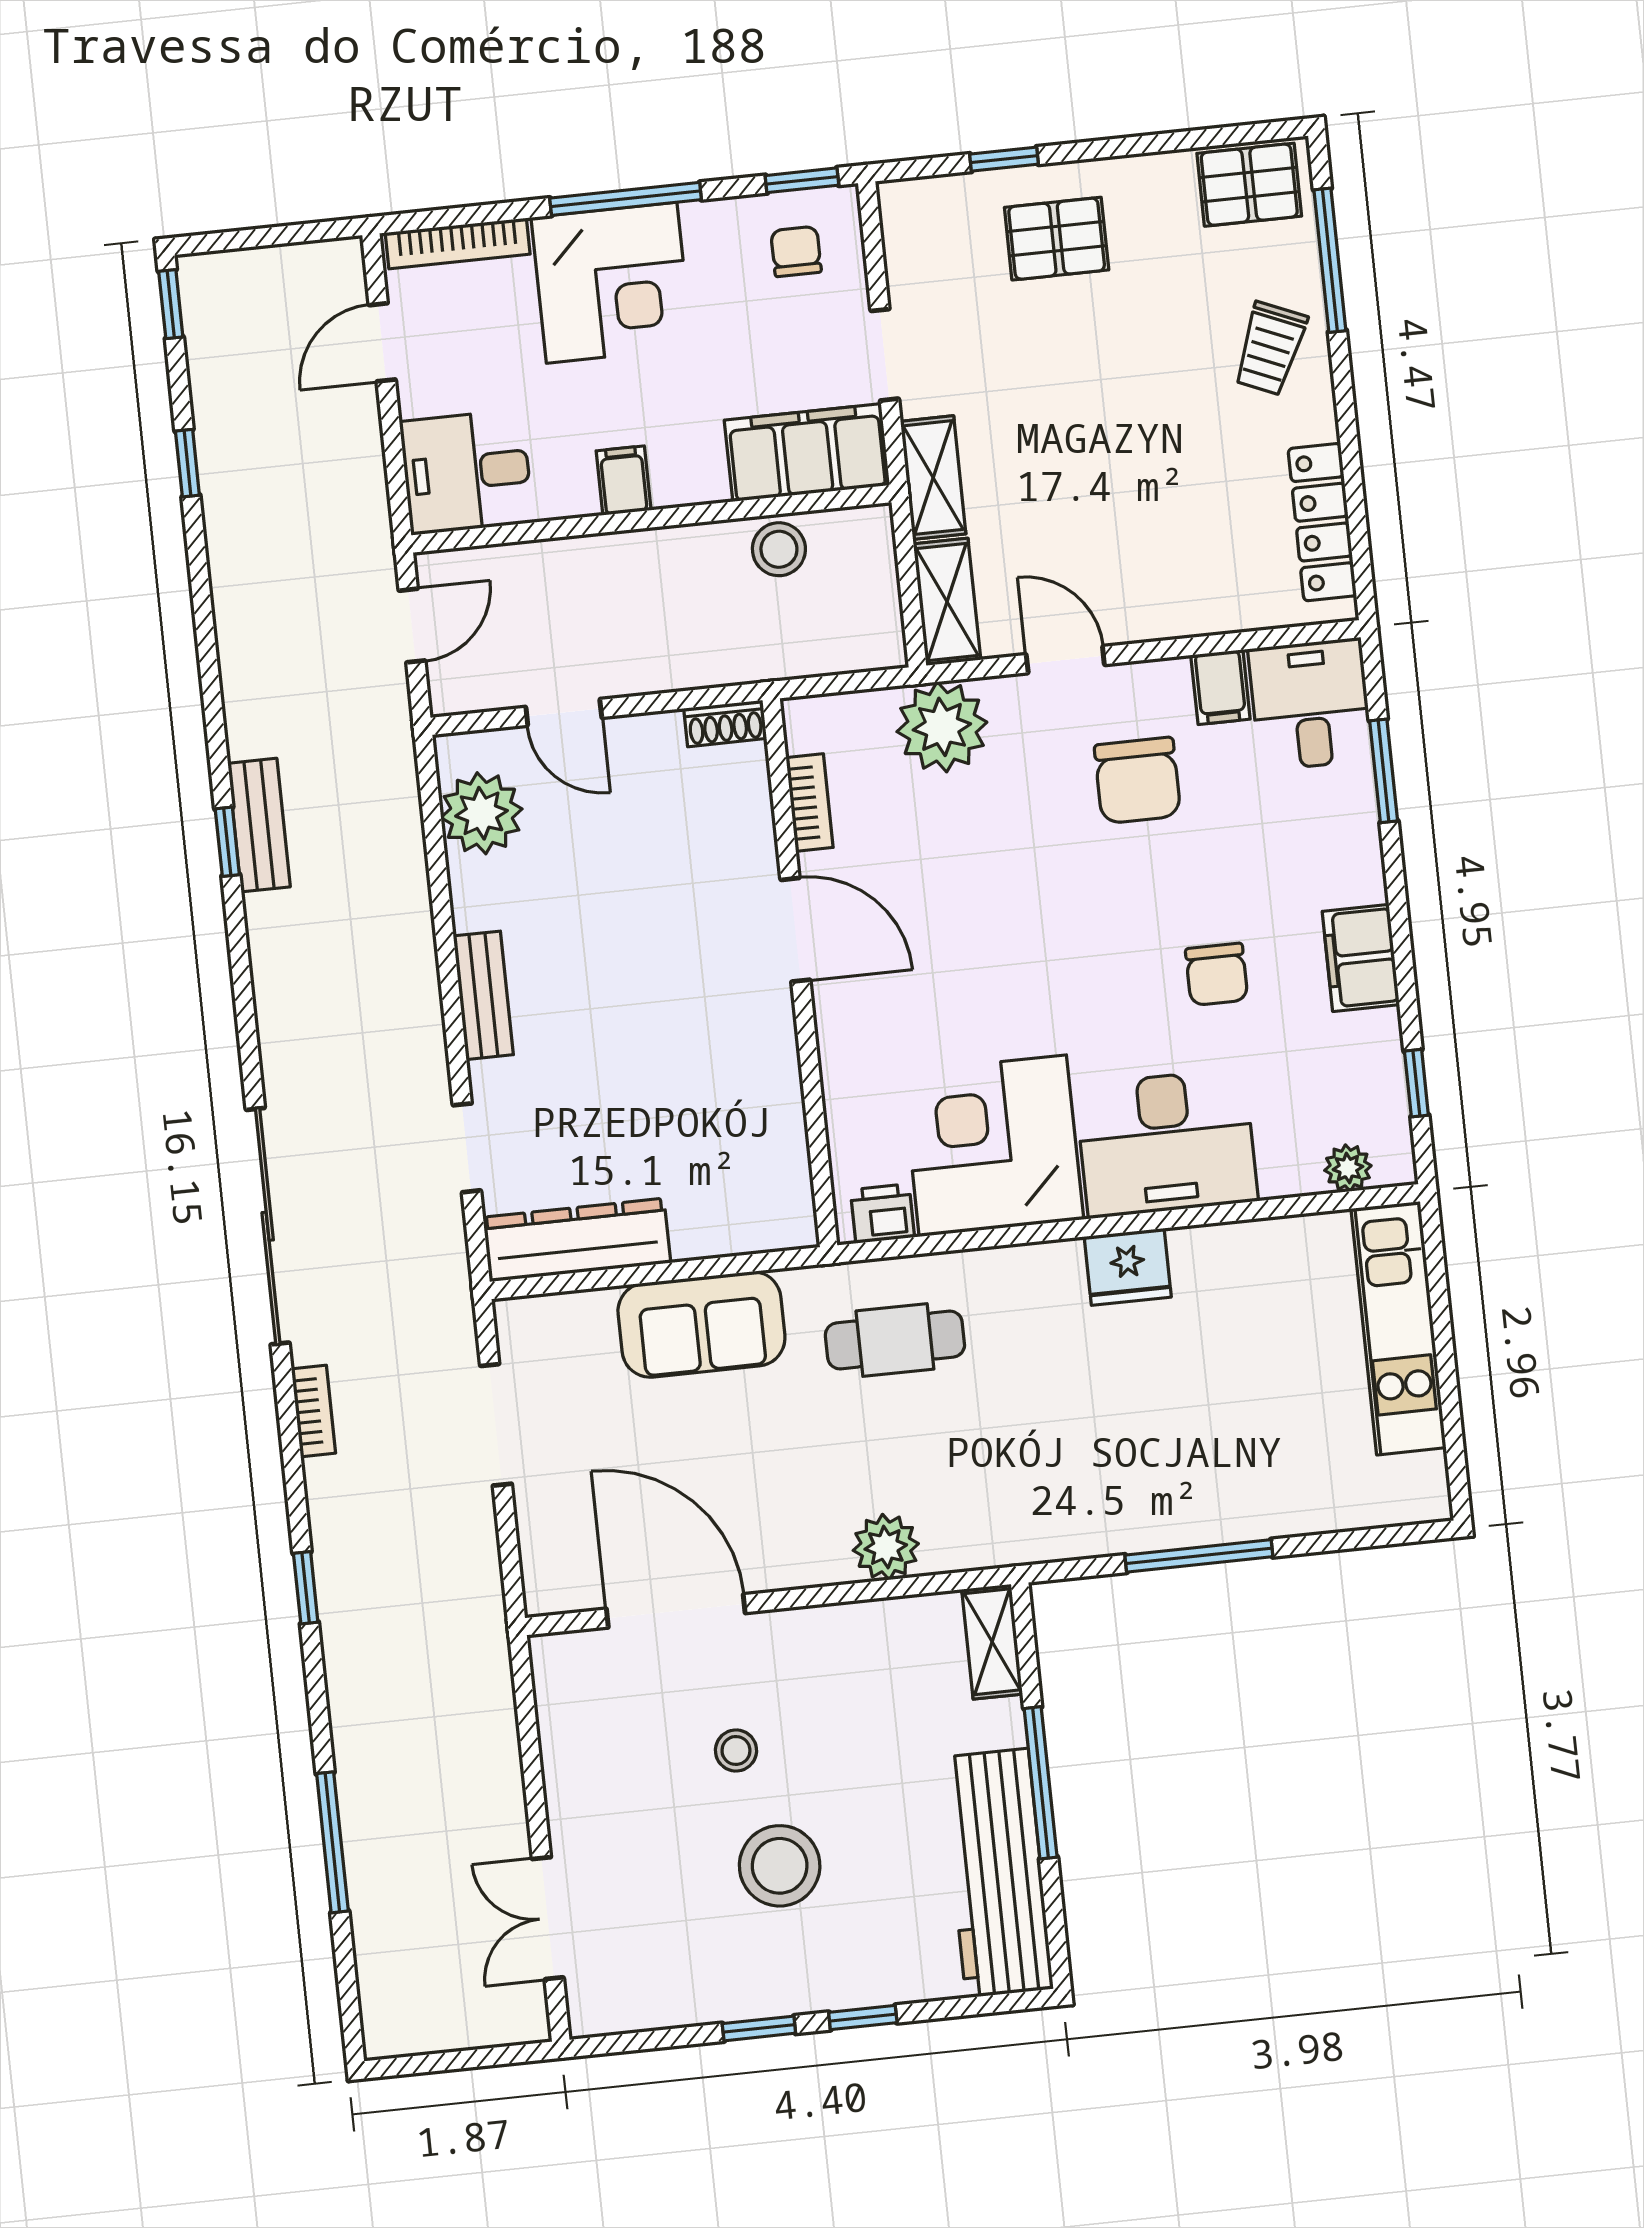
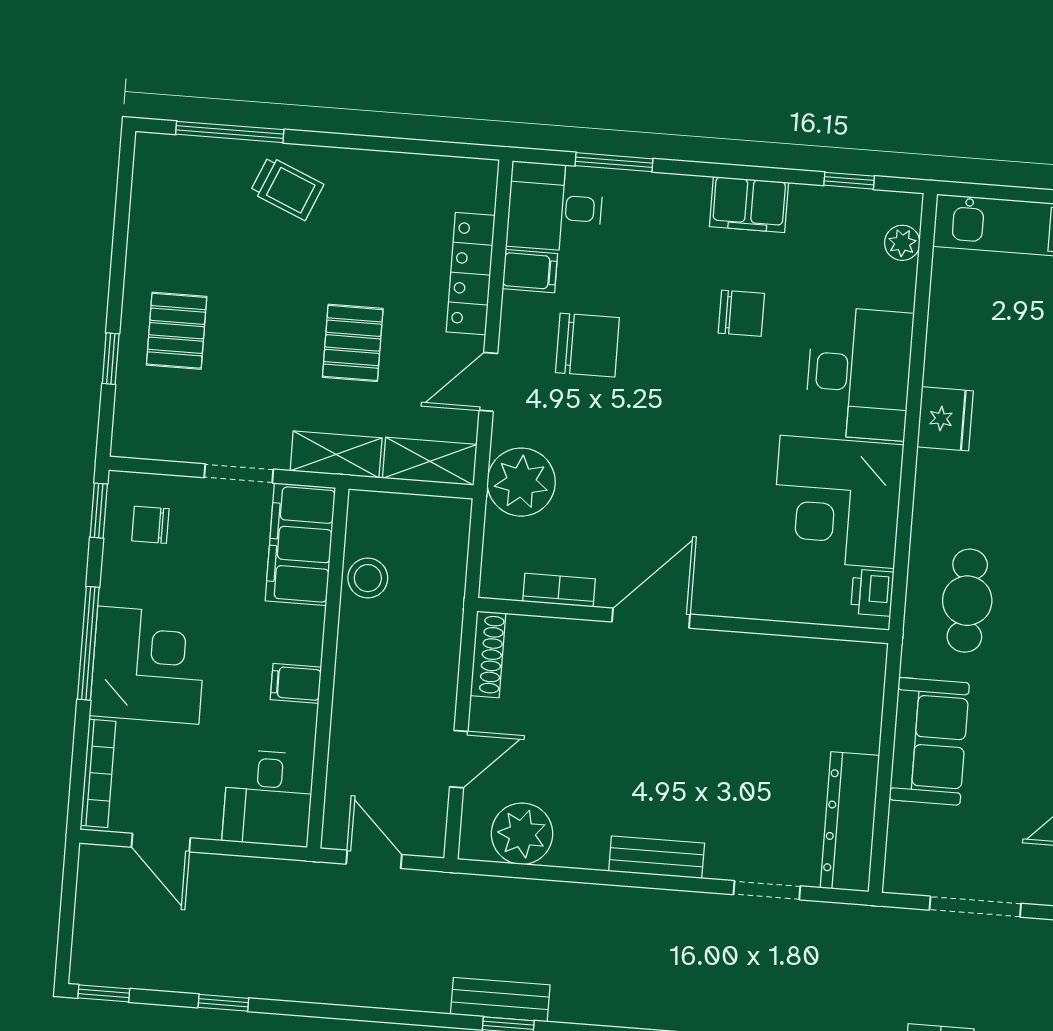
pallet: (1249, 185) -> (353, 343), moved
locker: (1322, 522) -> (471, 274), moved, turned 90
shoe rack: (725, 723) -> (488, 654), width x1.43

